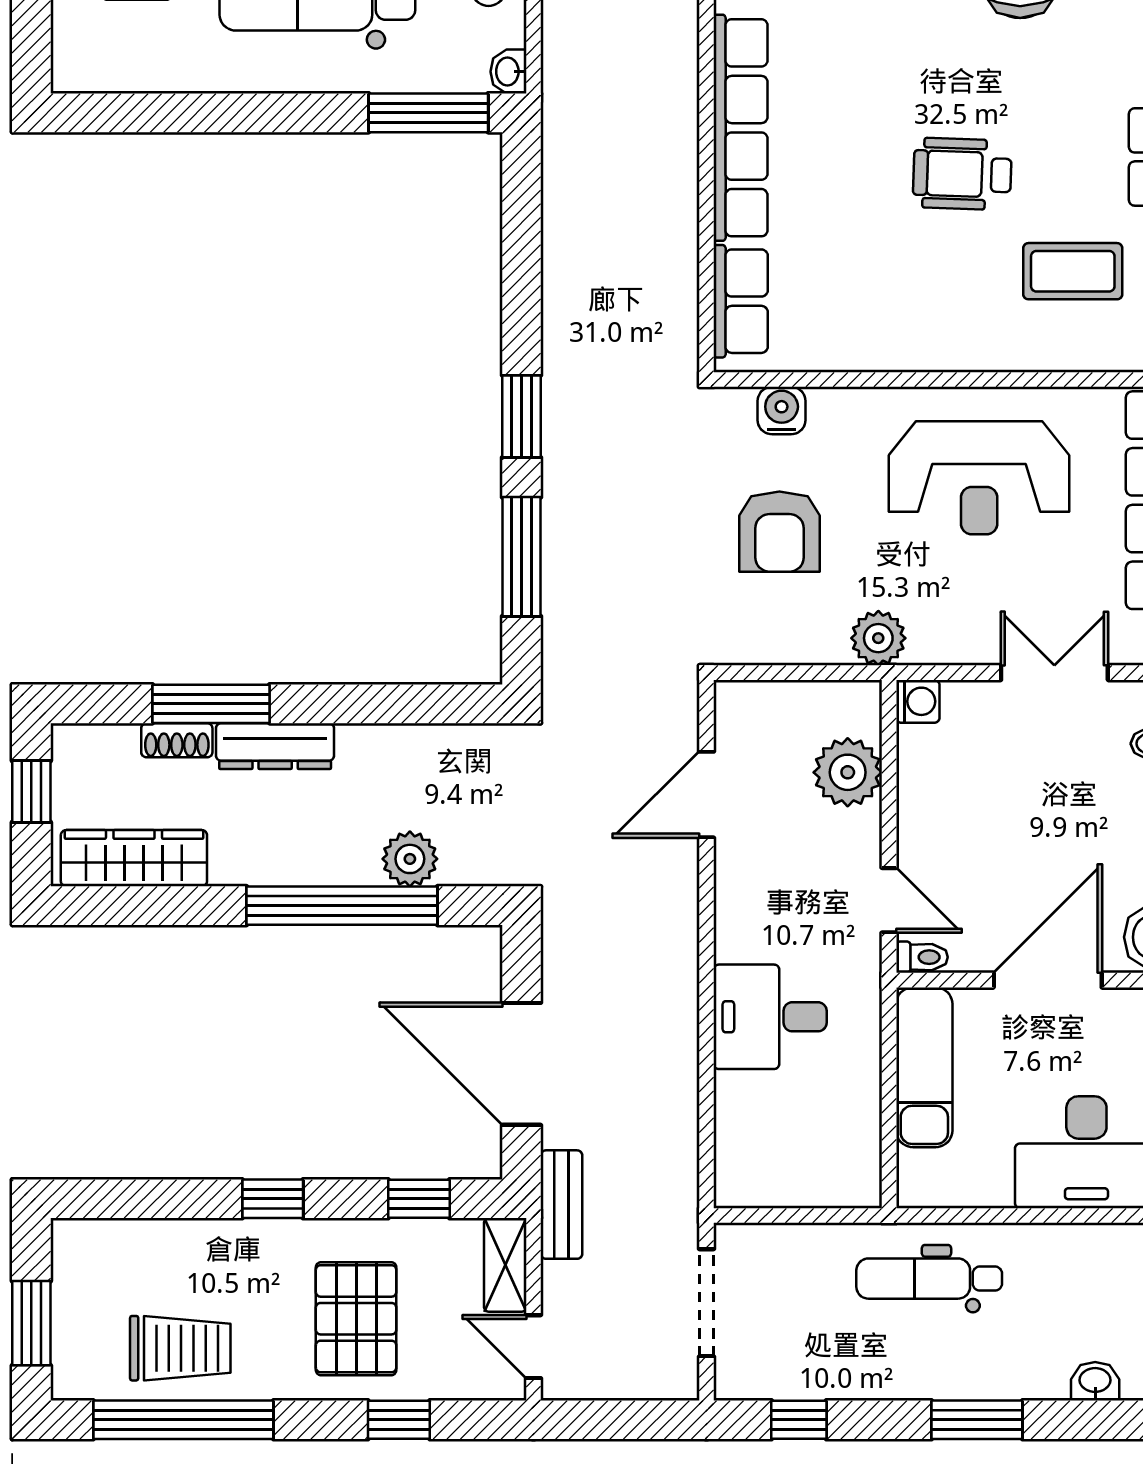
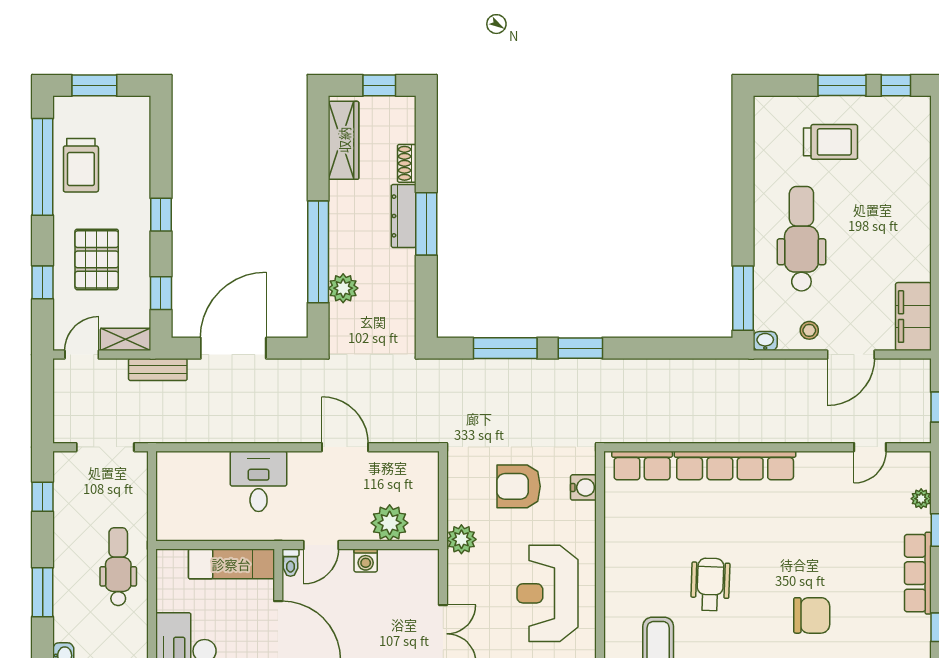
washing machine: (918, 701) -> (366, 561), moved
window: (211, 704) -> (426, 224), moved
door: (706, 795) -> (345, 447), moved
pallet: (356, 1319) -> (97, 259), turned 90

